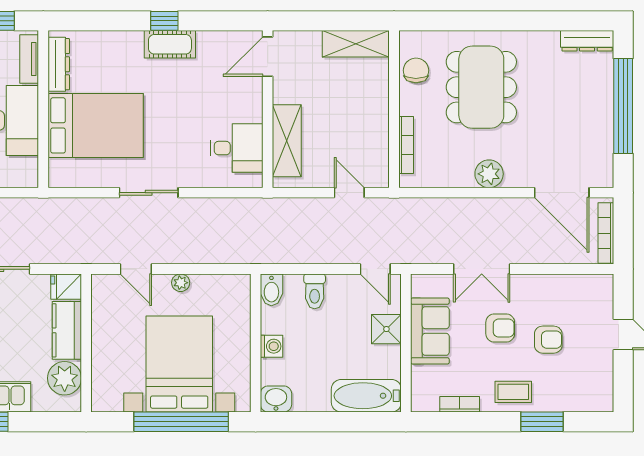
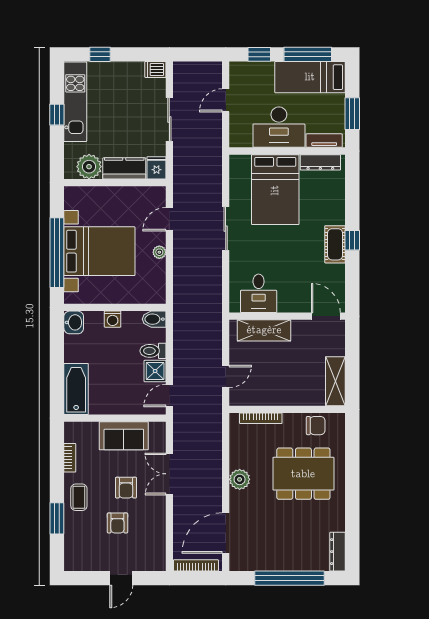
shower: (386, 329) -> (155, 371), moved

